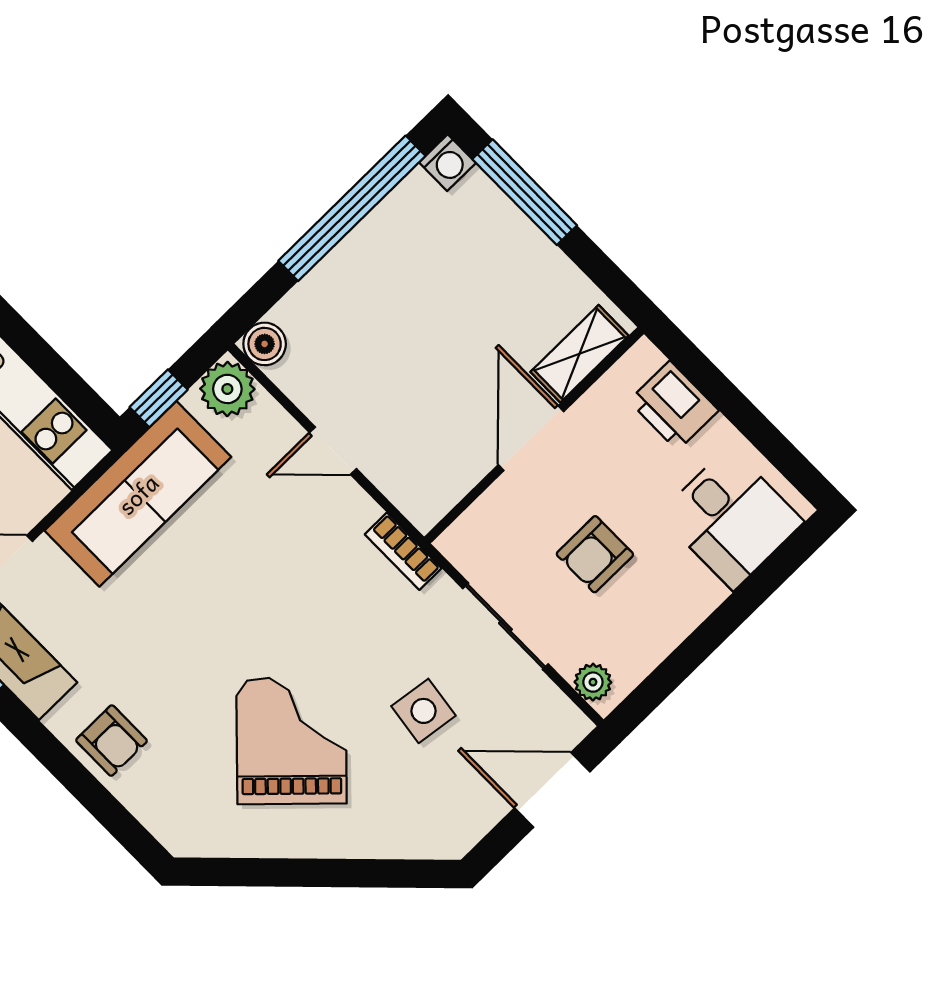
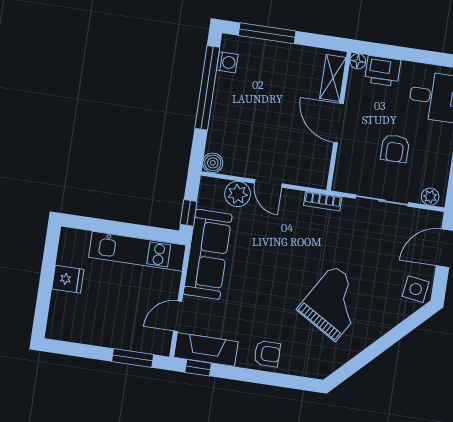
washing machine: (447, 163) -> (227, 62), moved
floor lamp: (644, 357) -> (358, 61), added
plant: (227, 389) -> (238, 194), moved
door: (333, 451) -> (268, 183), hinge flipped
side table: (423, 711) -> (416, 289), moved
grand piano: (292, 741) -> (334, 303), turned 77

